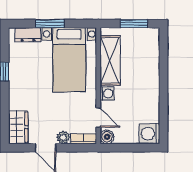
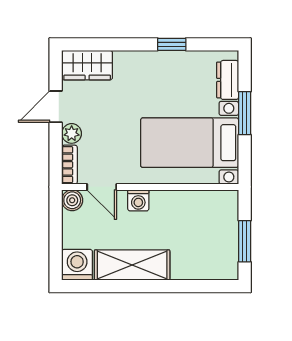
shelving: (110, 60) -> (132, 265), moved
door: (98, 117) -> (102, 187), hinge flipped

